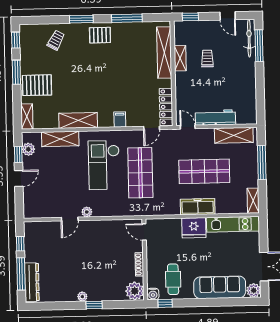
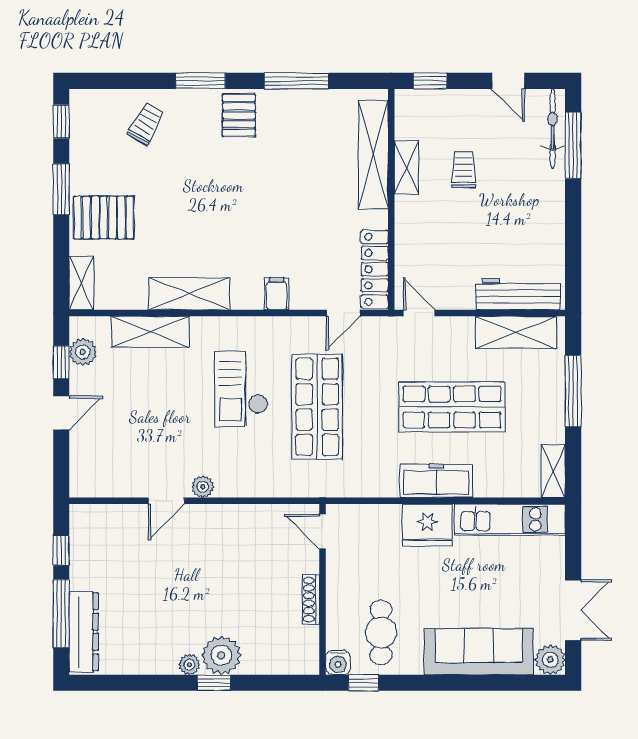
pallet: (100, 35) -> (239, 115), turned 90
workbench: (215, 117) -> (518, 294), moved
checkout: (104, 165) -> (241, 389), width x0.73, depth x0.83
plant: (135, 291) -> (221, 655), moved

